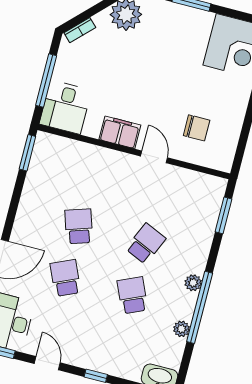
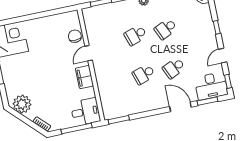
chair: (197, 128) -> (75, 36), moved
school desk: (146, 244) -> (136, 35), turned -42

